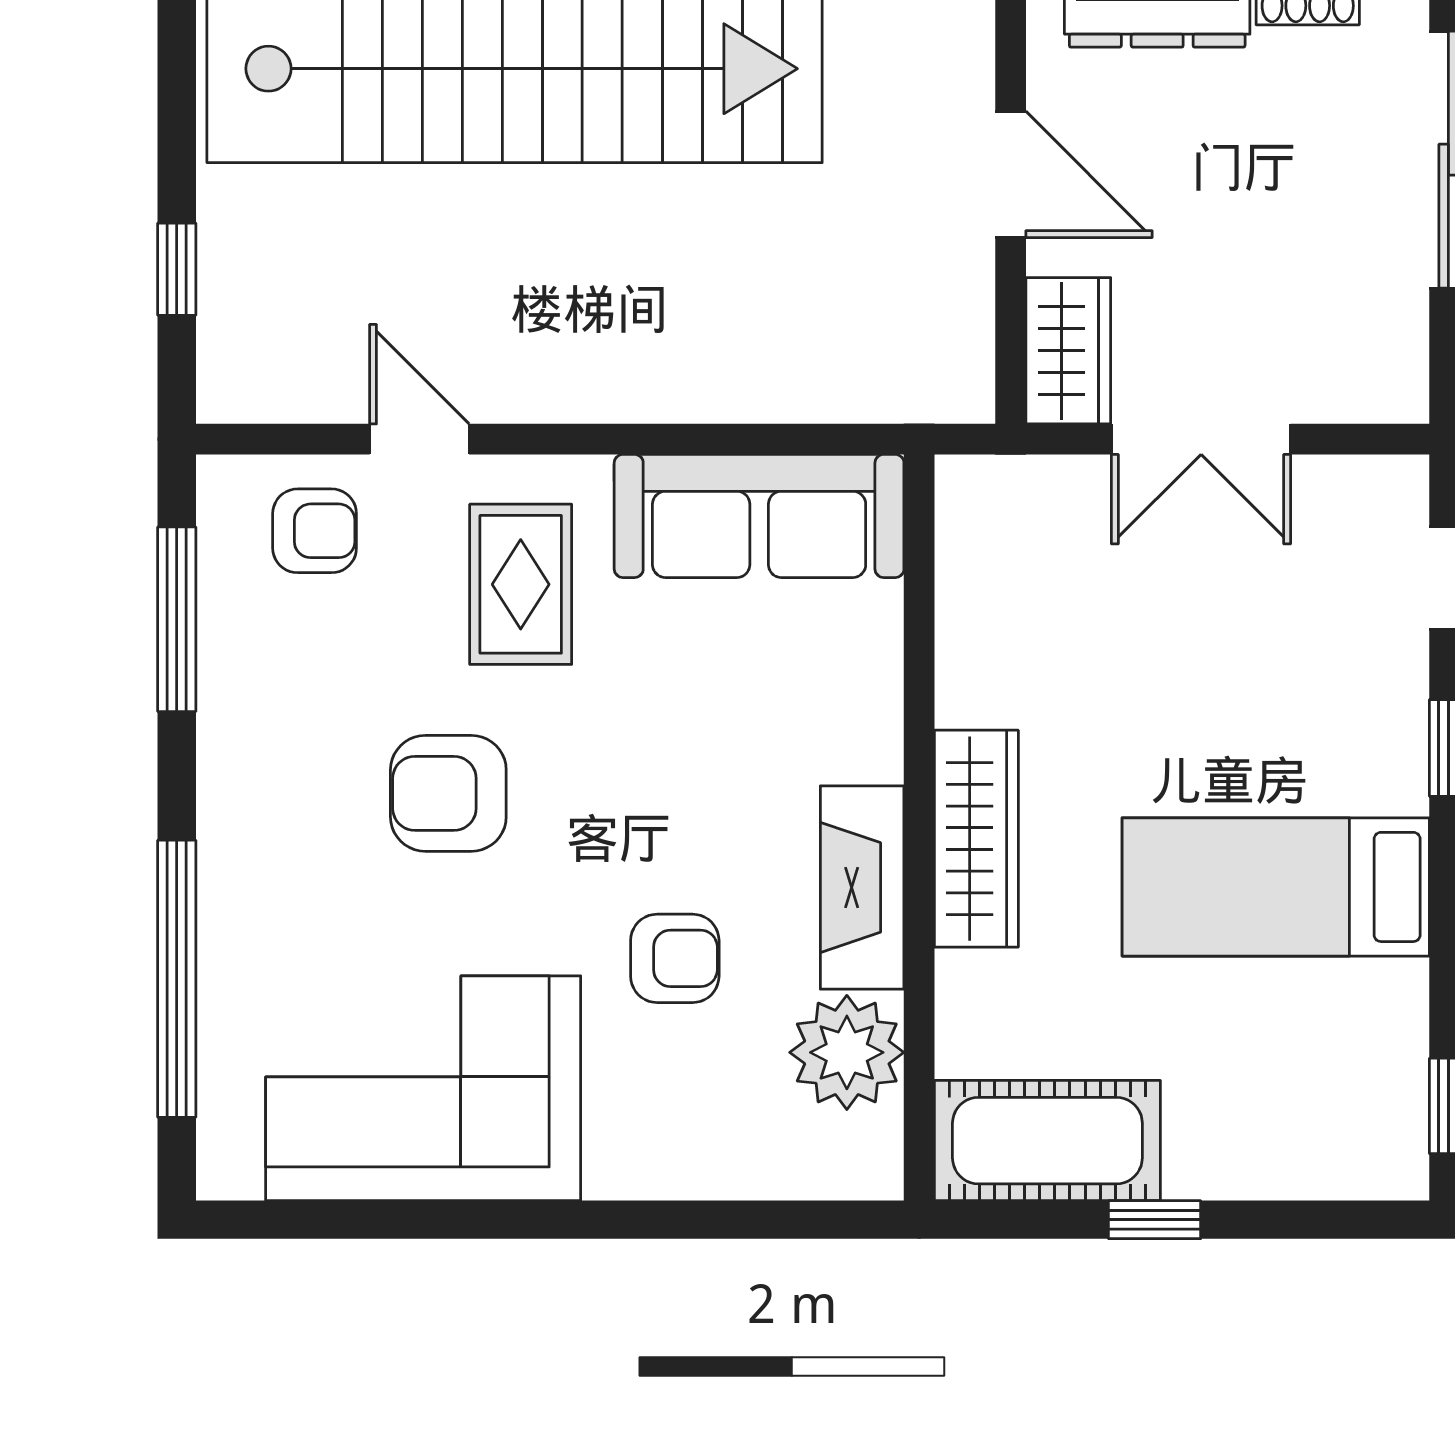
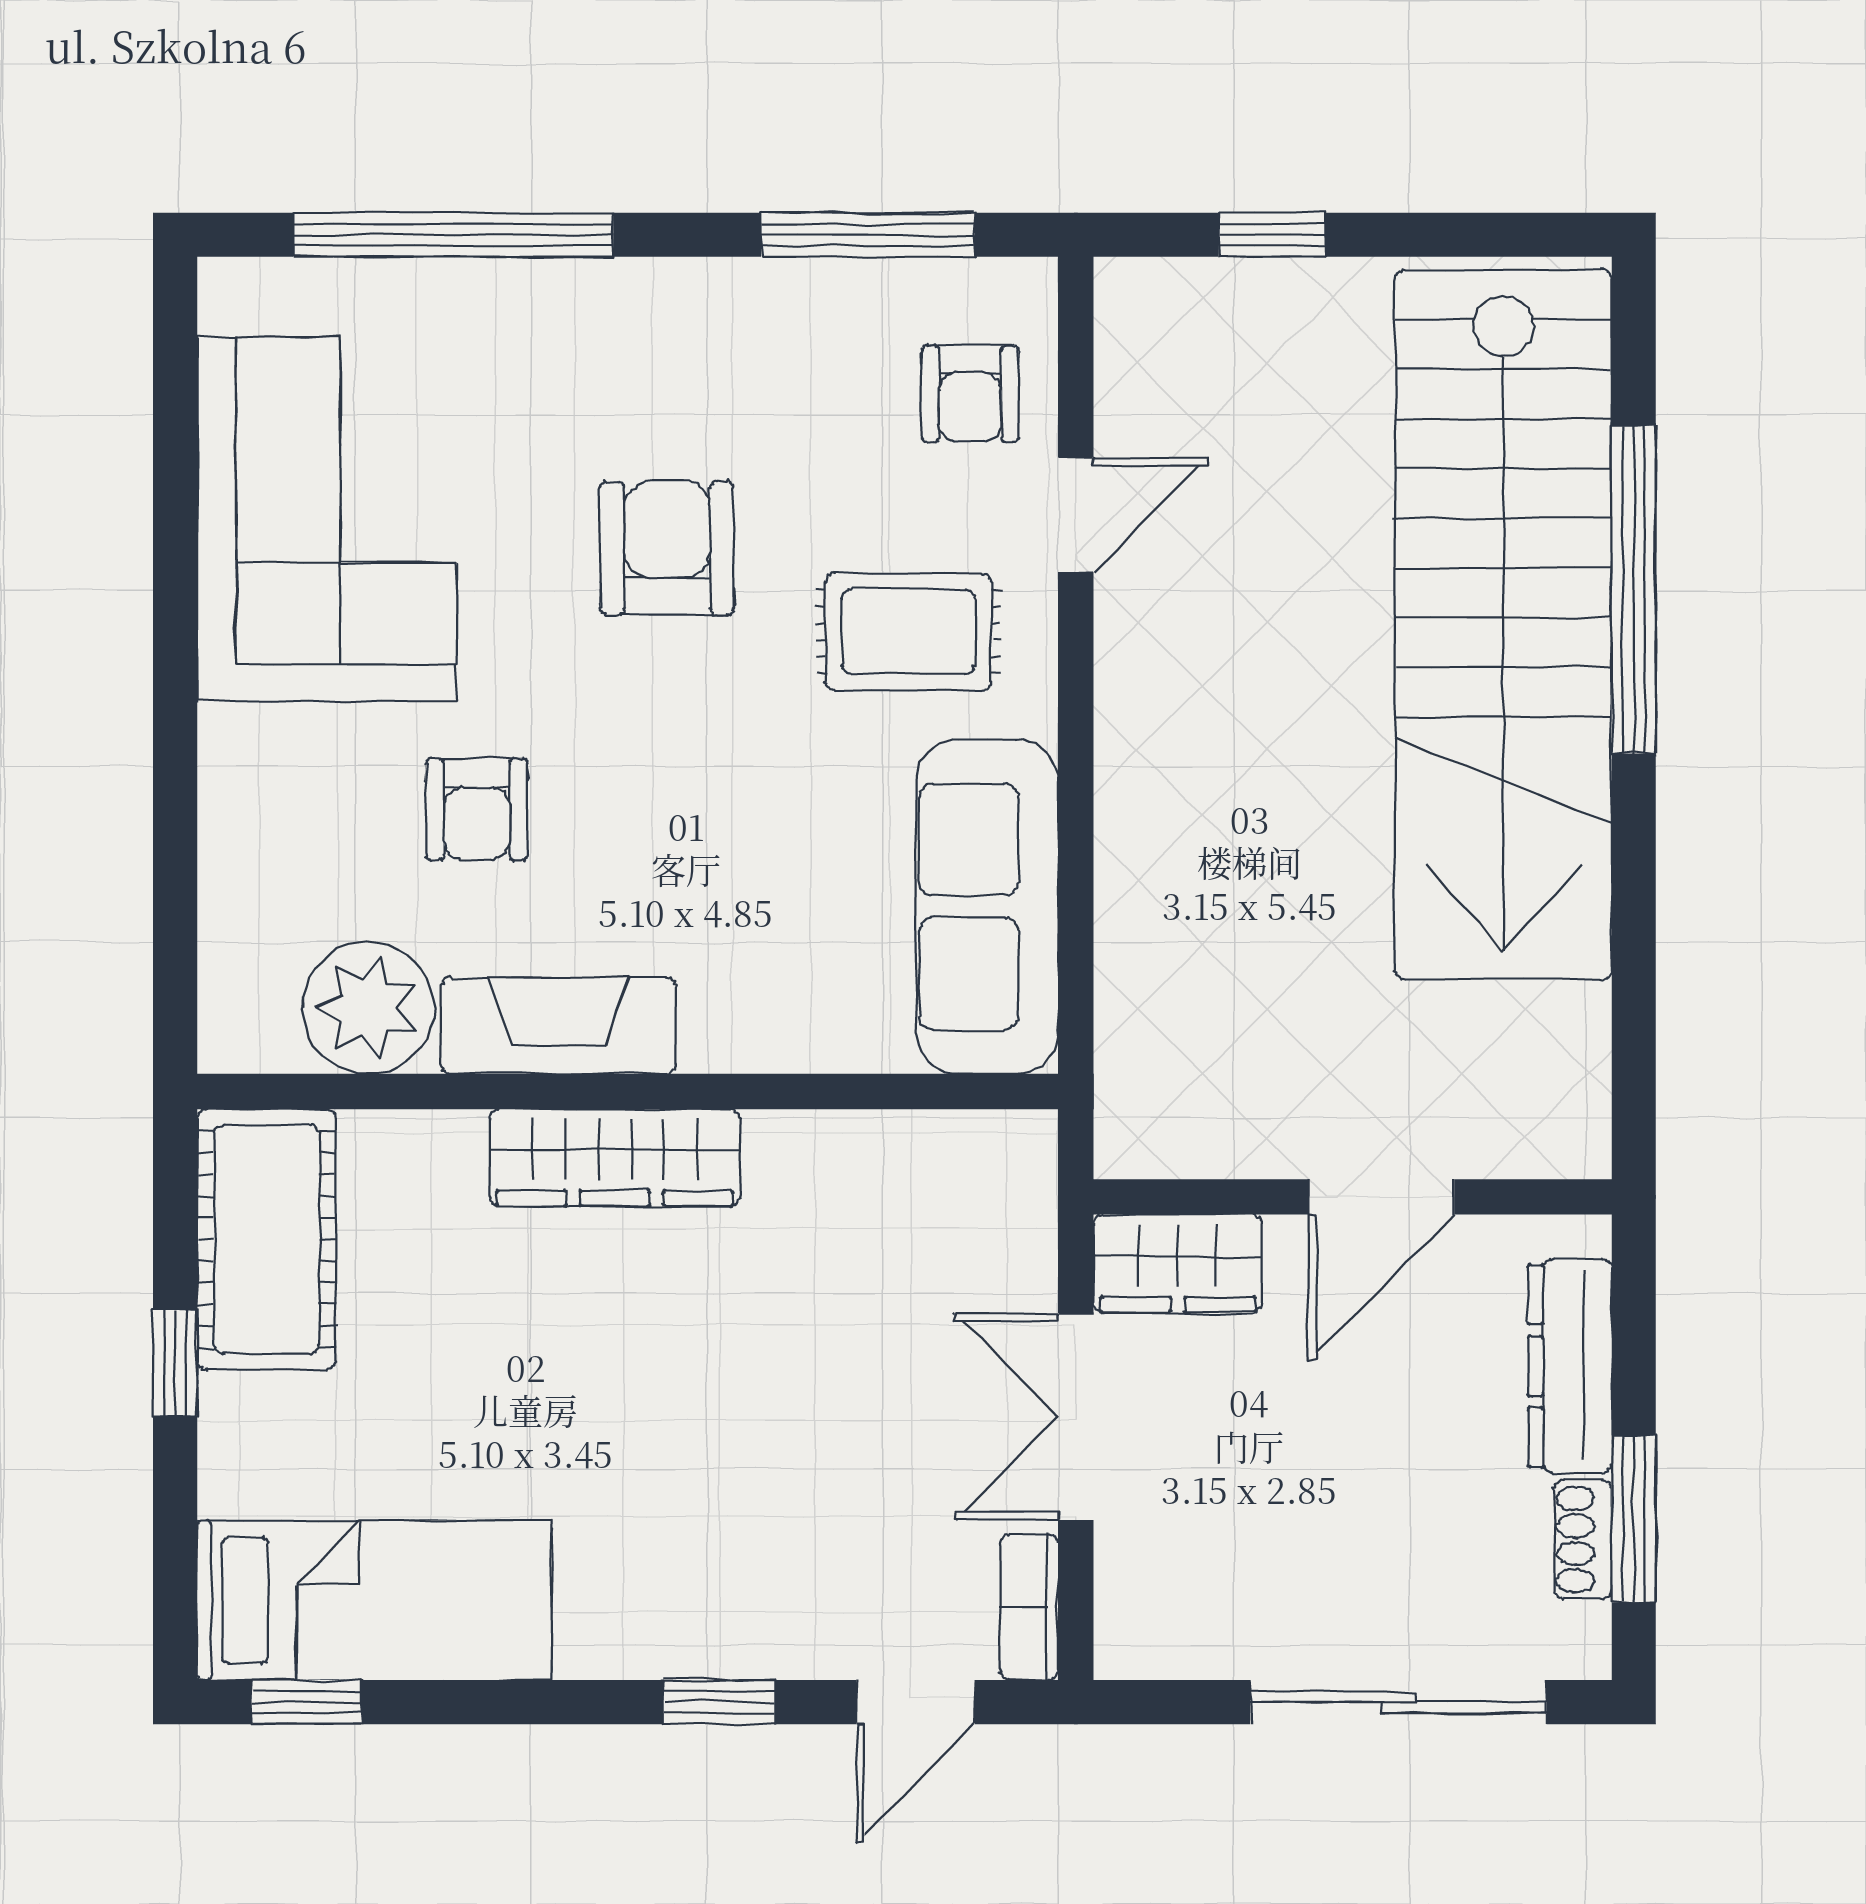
bookcase: (1366, 480) -> (1029, 1607), added
bed: (1276, 887) -> (374, 1600), moved, turned 90

